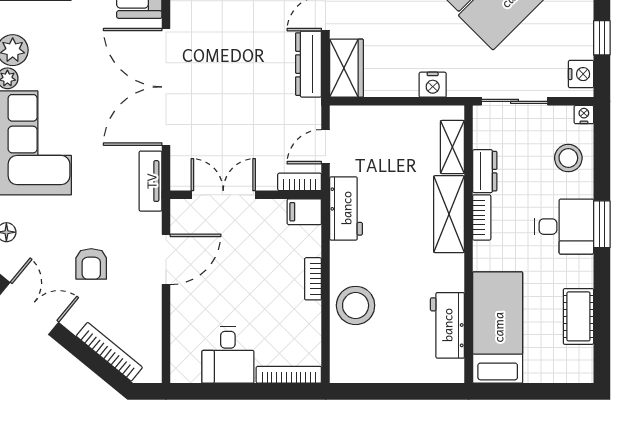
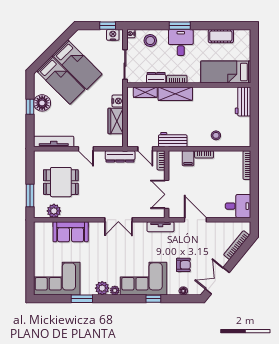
window: (602, 38) -> (108, 26), moved
dresser: (309, 64) -> (120, 156), moved
wardrobe: (347, 68) -> (116, 121), moved, turned -90
double door: (166, 87) -> (118, 220), width x0.54
filing cabinet: (304, 212) -> (188, 158), moved
armchair: (91, 264) -> (183, 265), moved
stool: (356, 305) -> (216, 135), width x0.53, depth x0.53
workbench: (447, 325) -> (243, 101), moved, turned 90
desk: (228, 355) -> (238, 206), moved

